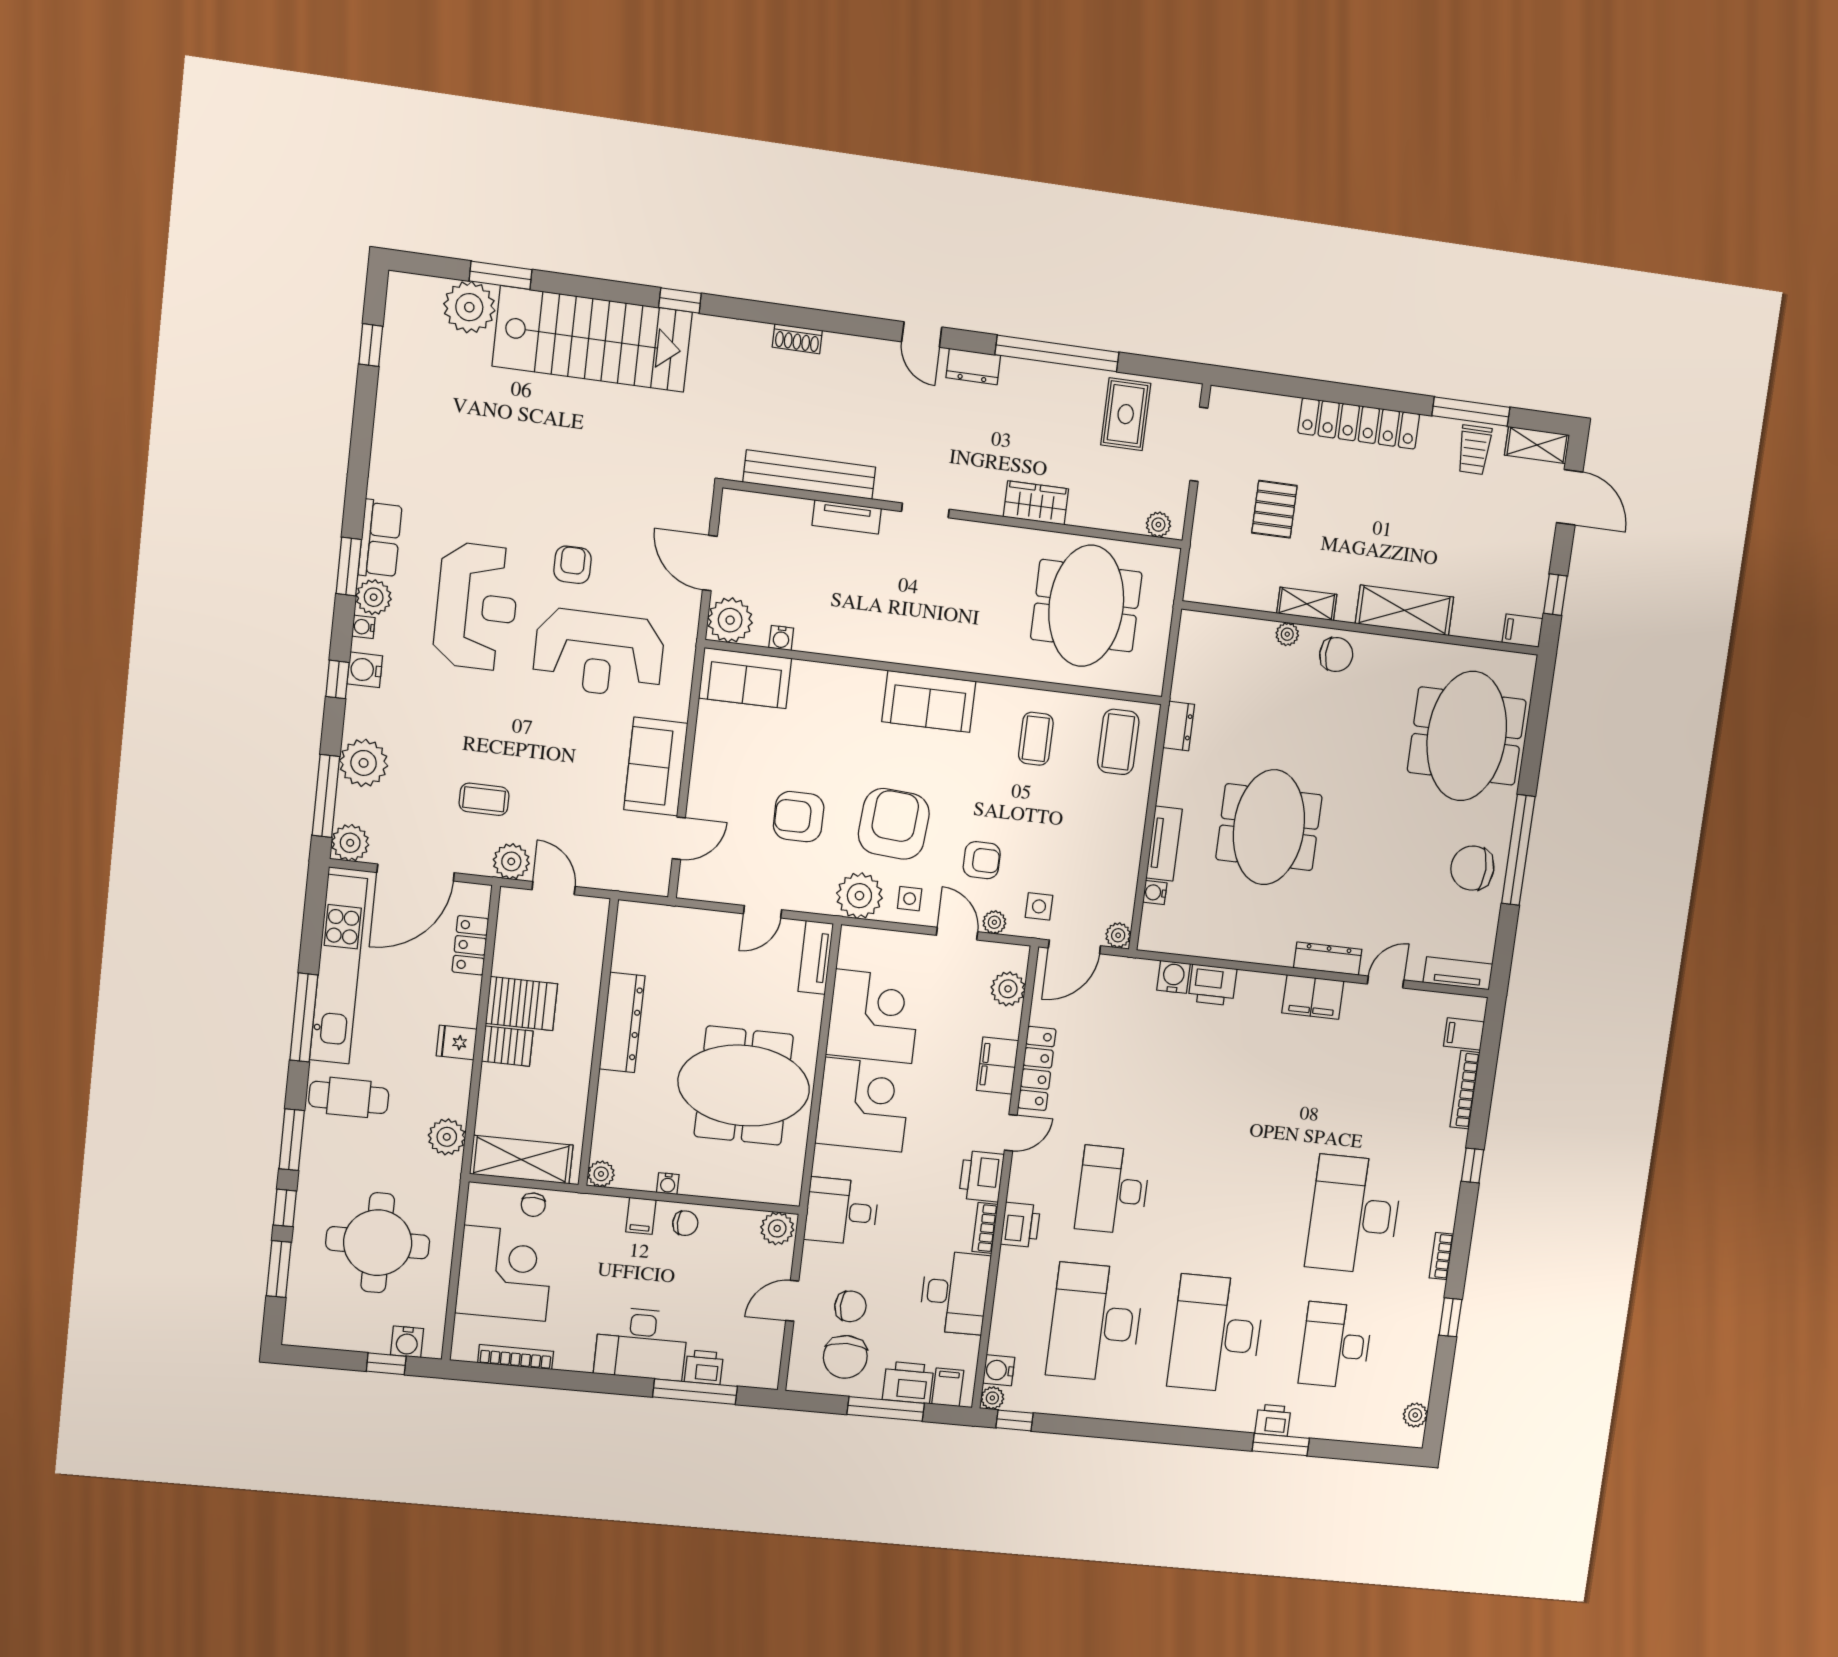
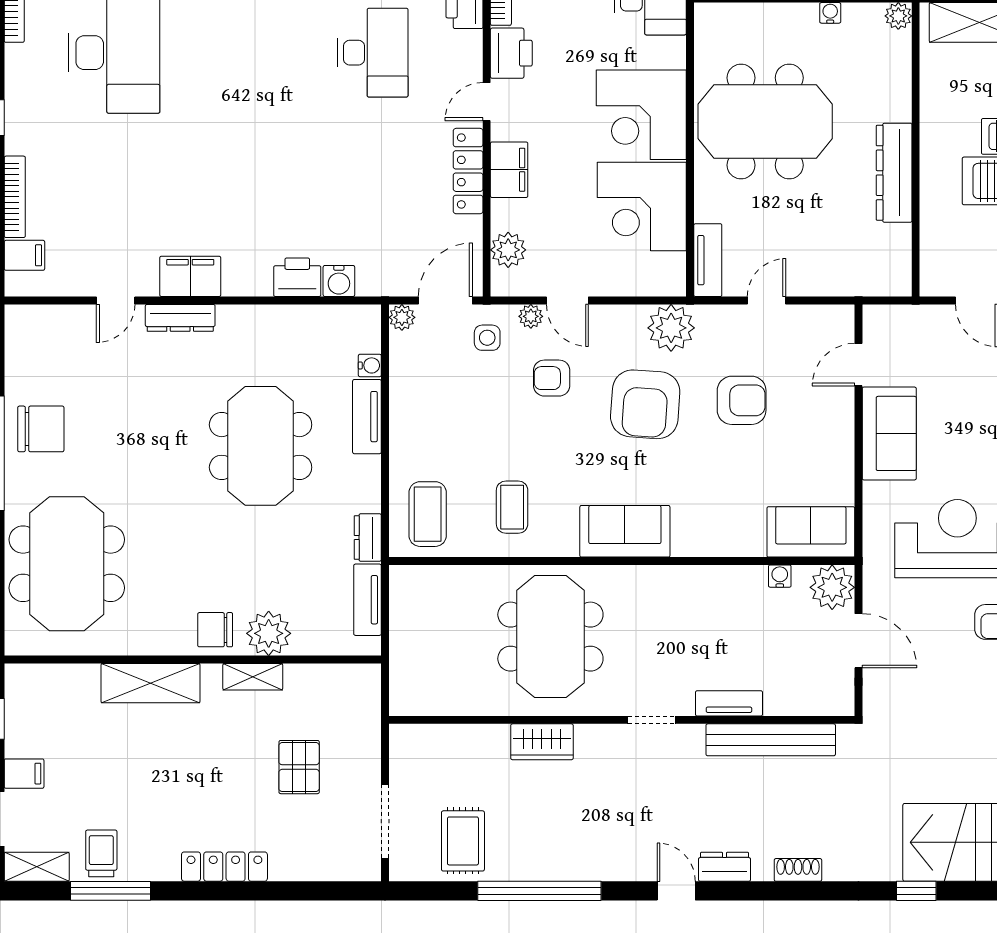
dresser: (973, 366) -> (725, 867), moved
locker: (1359, 423) -> (224, 867), width x0.71, depth x0.83
plant: (1158, 525) -> (415, 736), removed
meeting table: (1086, 606) -> (550, 637), moved
filing cabinet: (1522, 631) -> (24, 774), moved
plant: (1287, 634) -> (269, 633), width x1.87, depth x1.87
side table: (910, 899) -> (620, 331), removed
tv unit: (1458, 973) -> (368, 600), moved, turned 90

